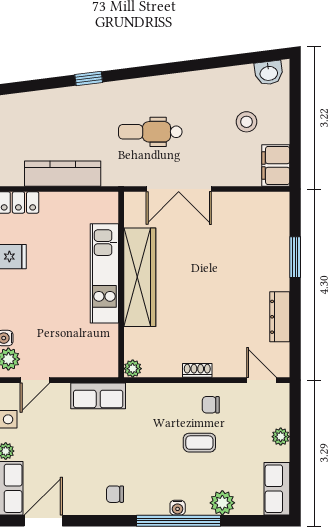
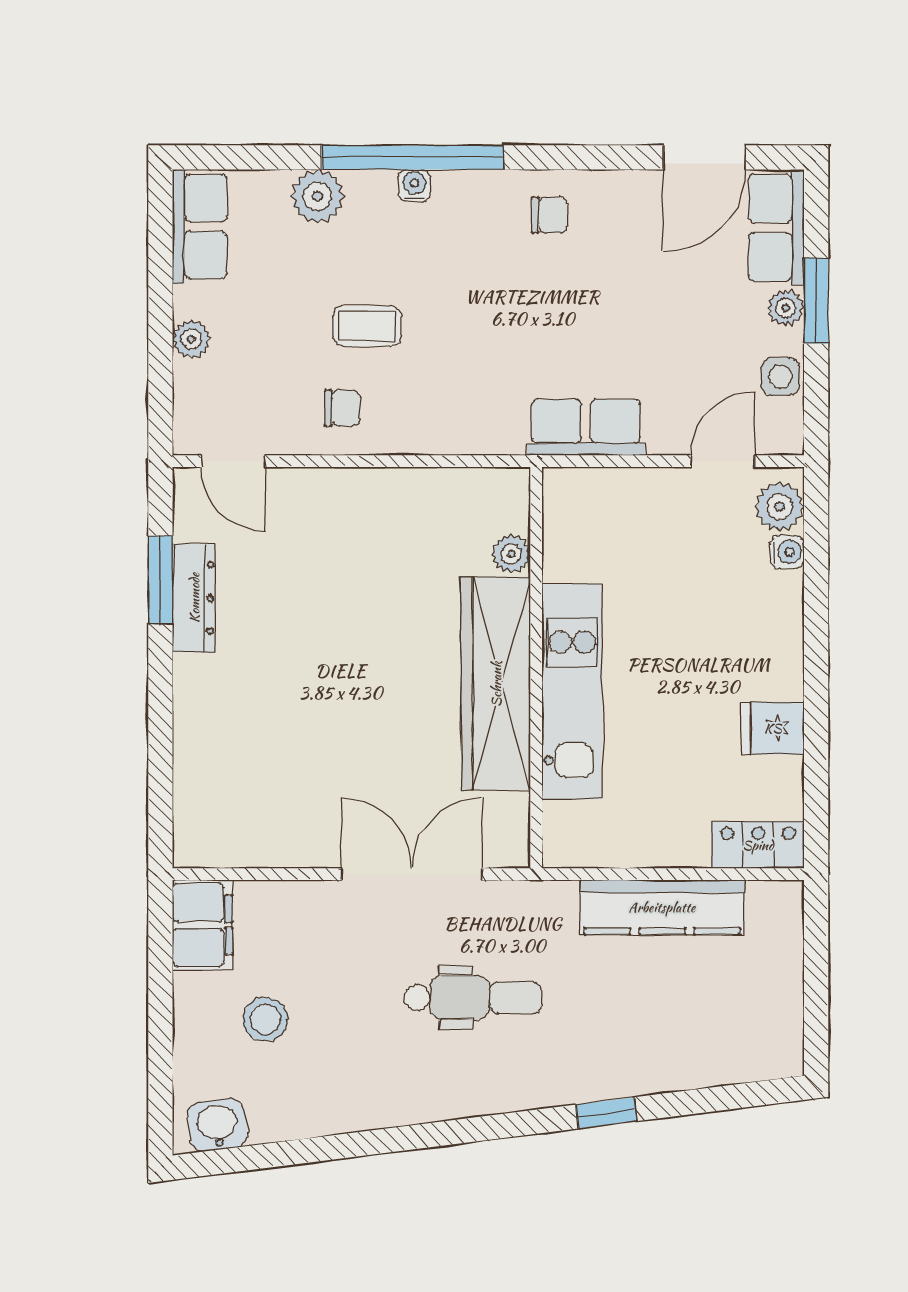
window: (295, 257) -> (160, 580), moved
plant: (133, 369) -> (511, 554), moved
shoe rack: (197, 370) -> (372, 482), removed

